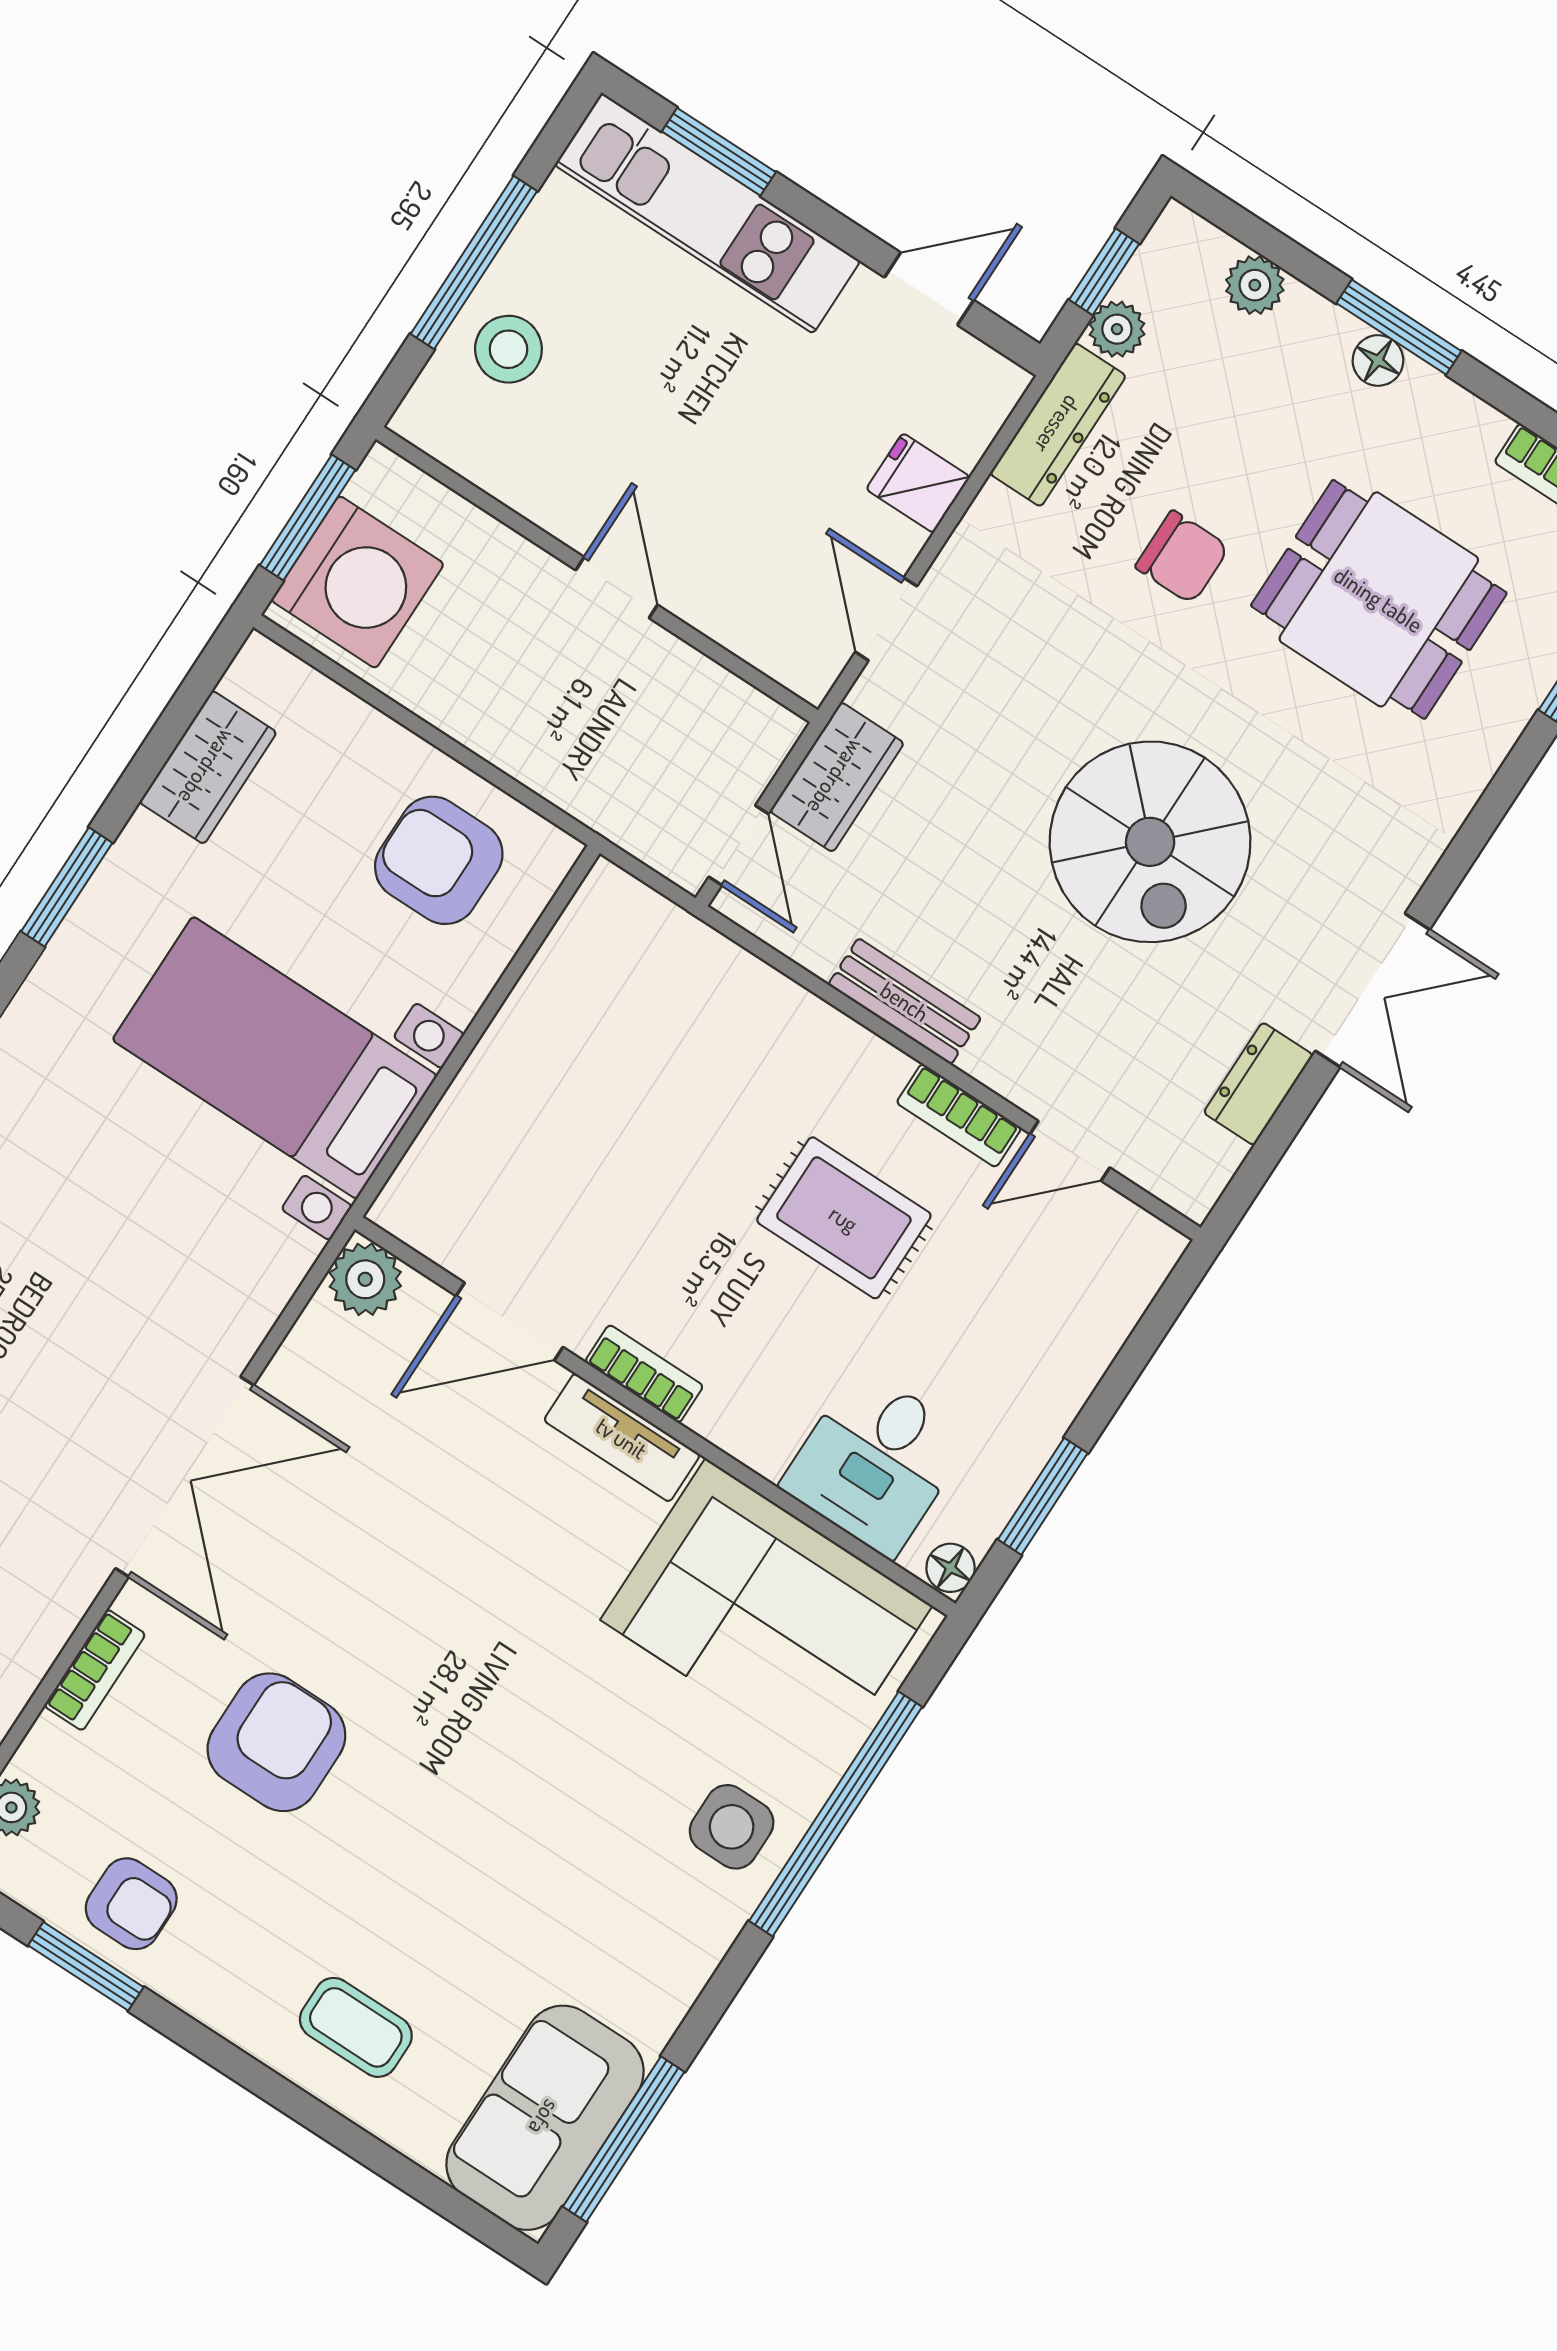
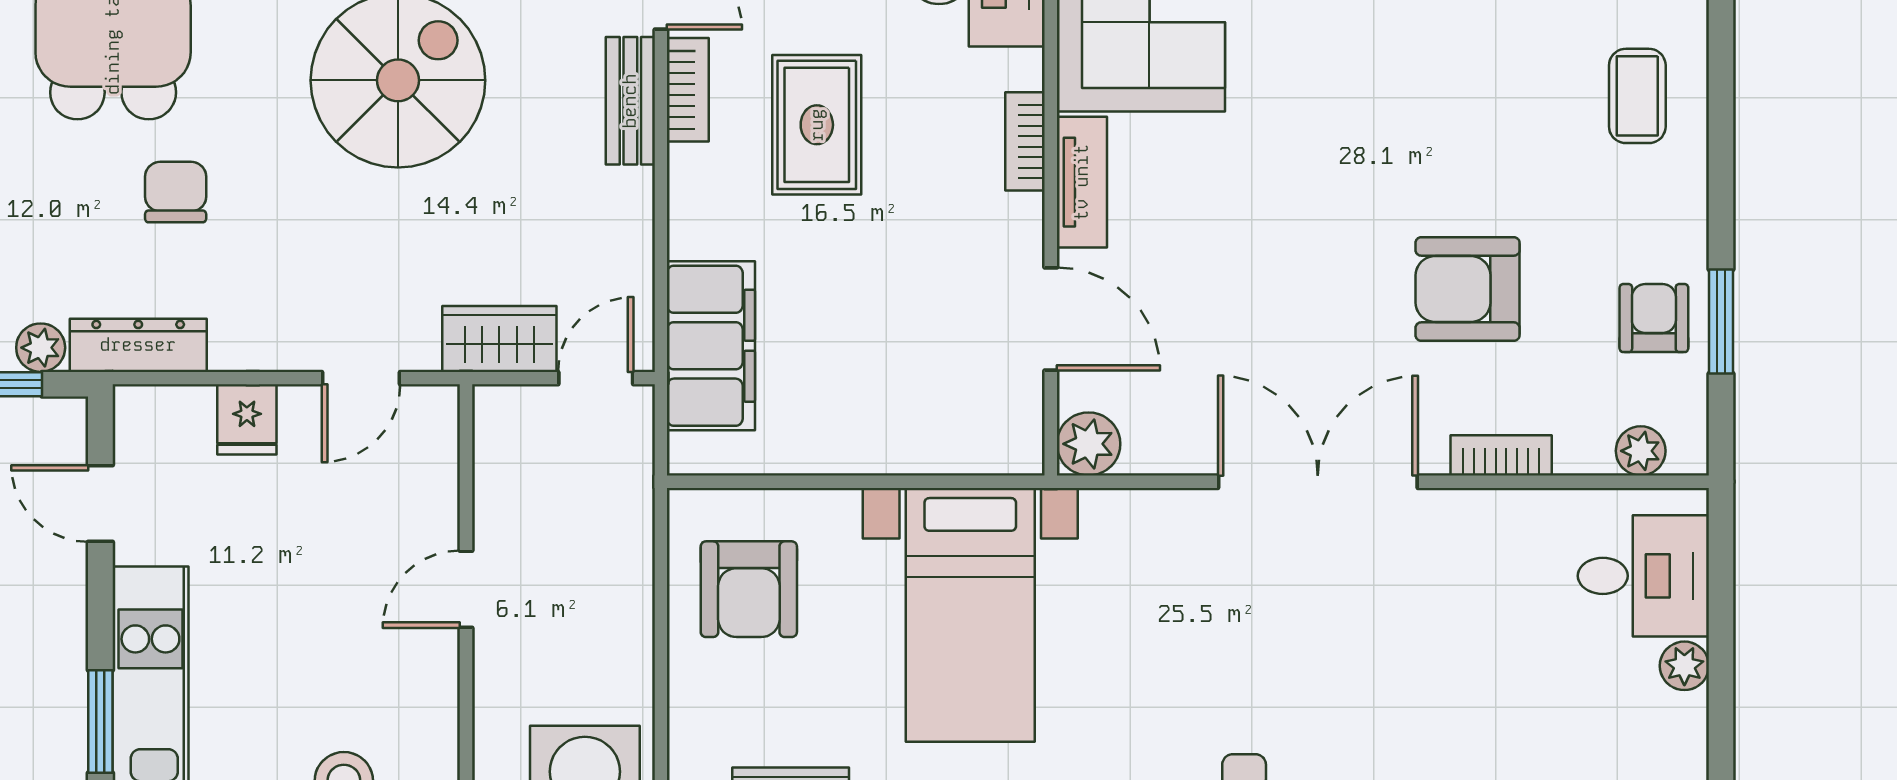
filing cabinet: (697, 977) -> (711, 346), added
bench: (905, 1001) -> (630, 101), moved
bookcase: (644, 1374) -> (1025, 141), moved

